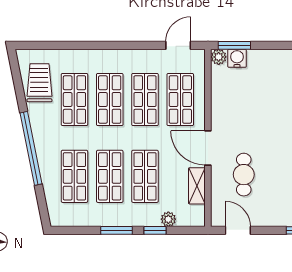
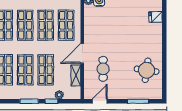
door: (208, 148) -> (82, 53), hinge flipped
door: (238, 230) -> (100, 101), hinge flipped

